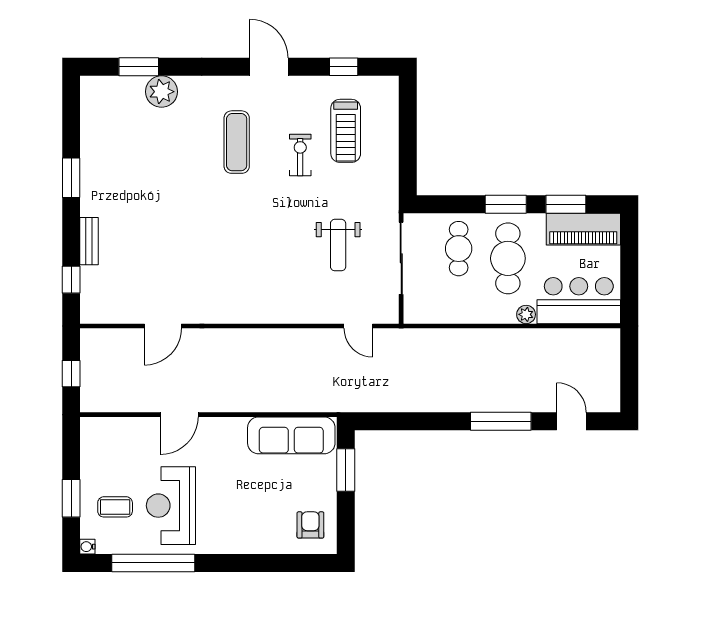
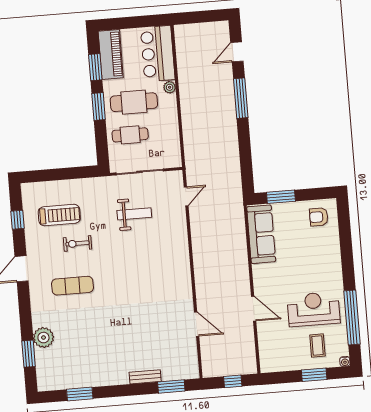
window: (71, 178) -> (80, 394), moved
window: (71, 280) -> (171, 386), width x1.50
reception desk: (171, 506) -> (314, 309), turned 180

